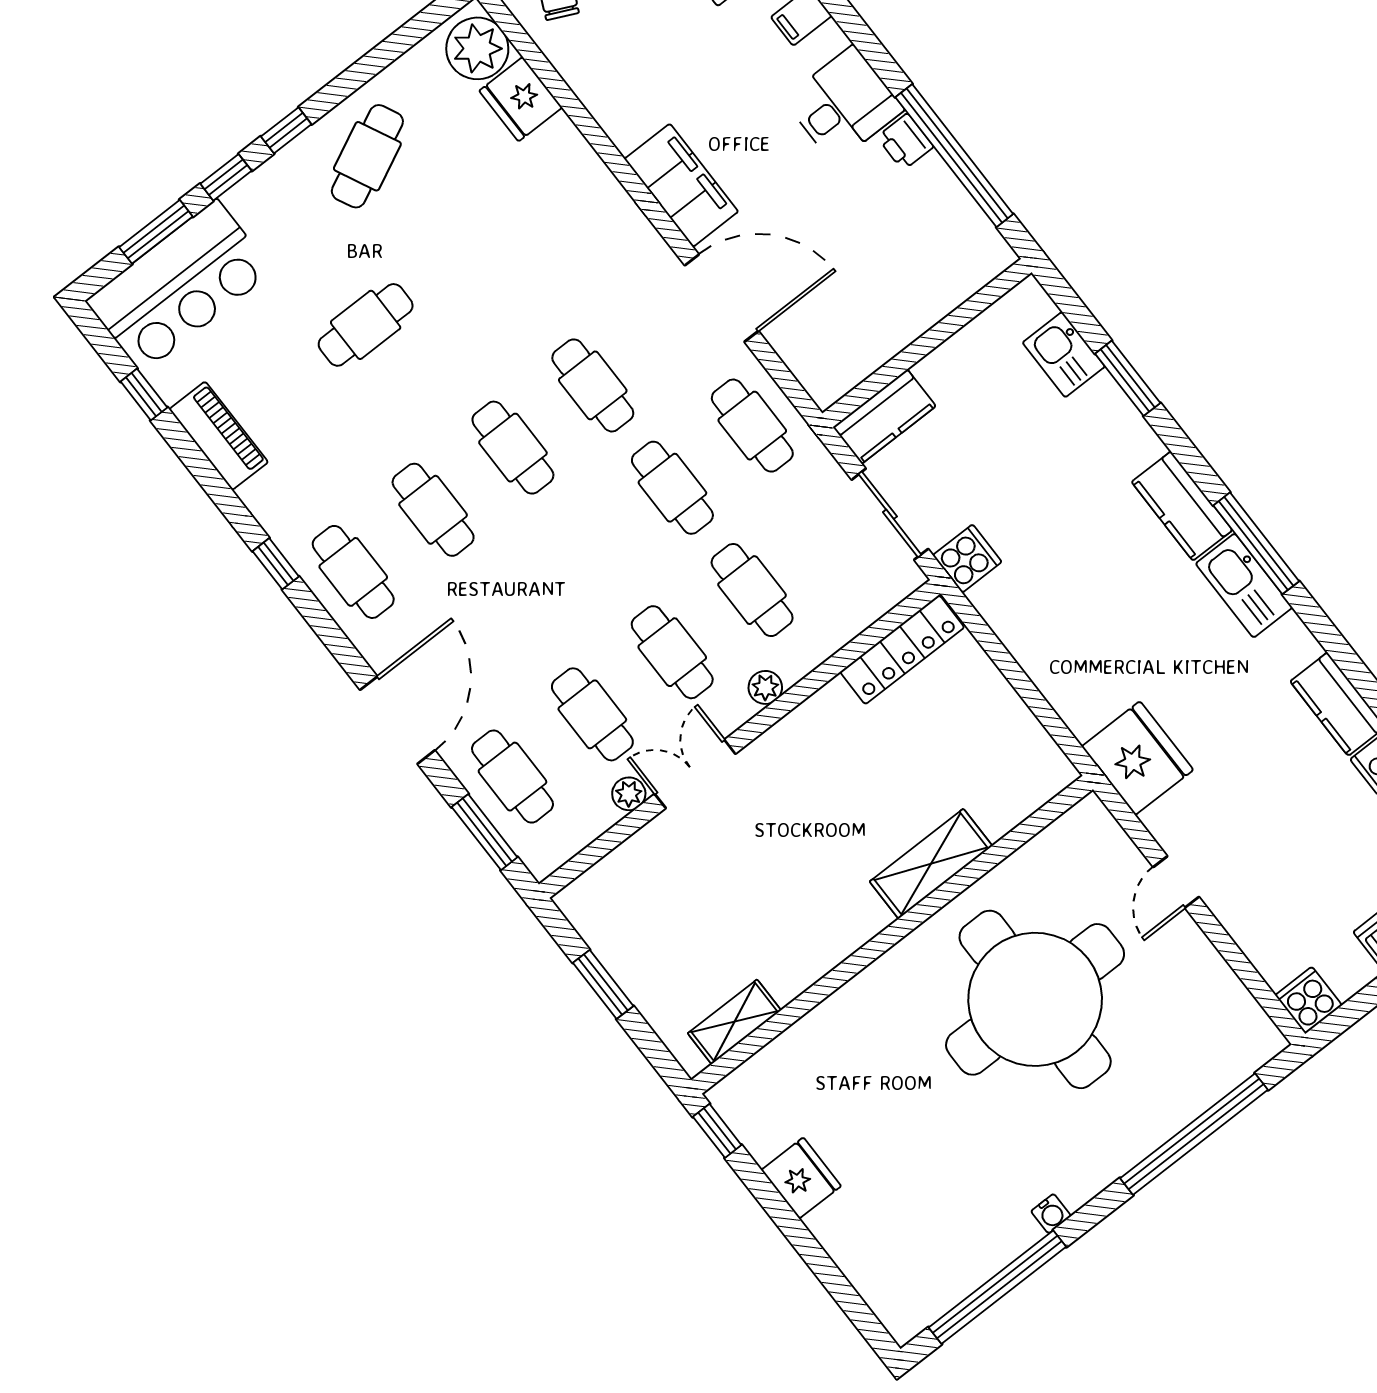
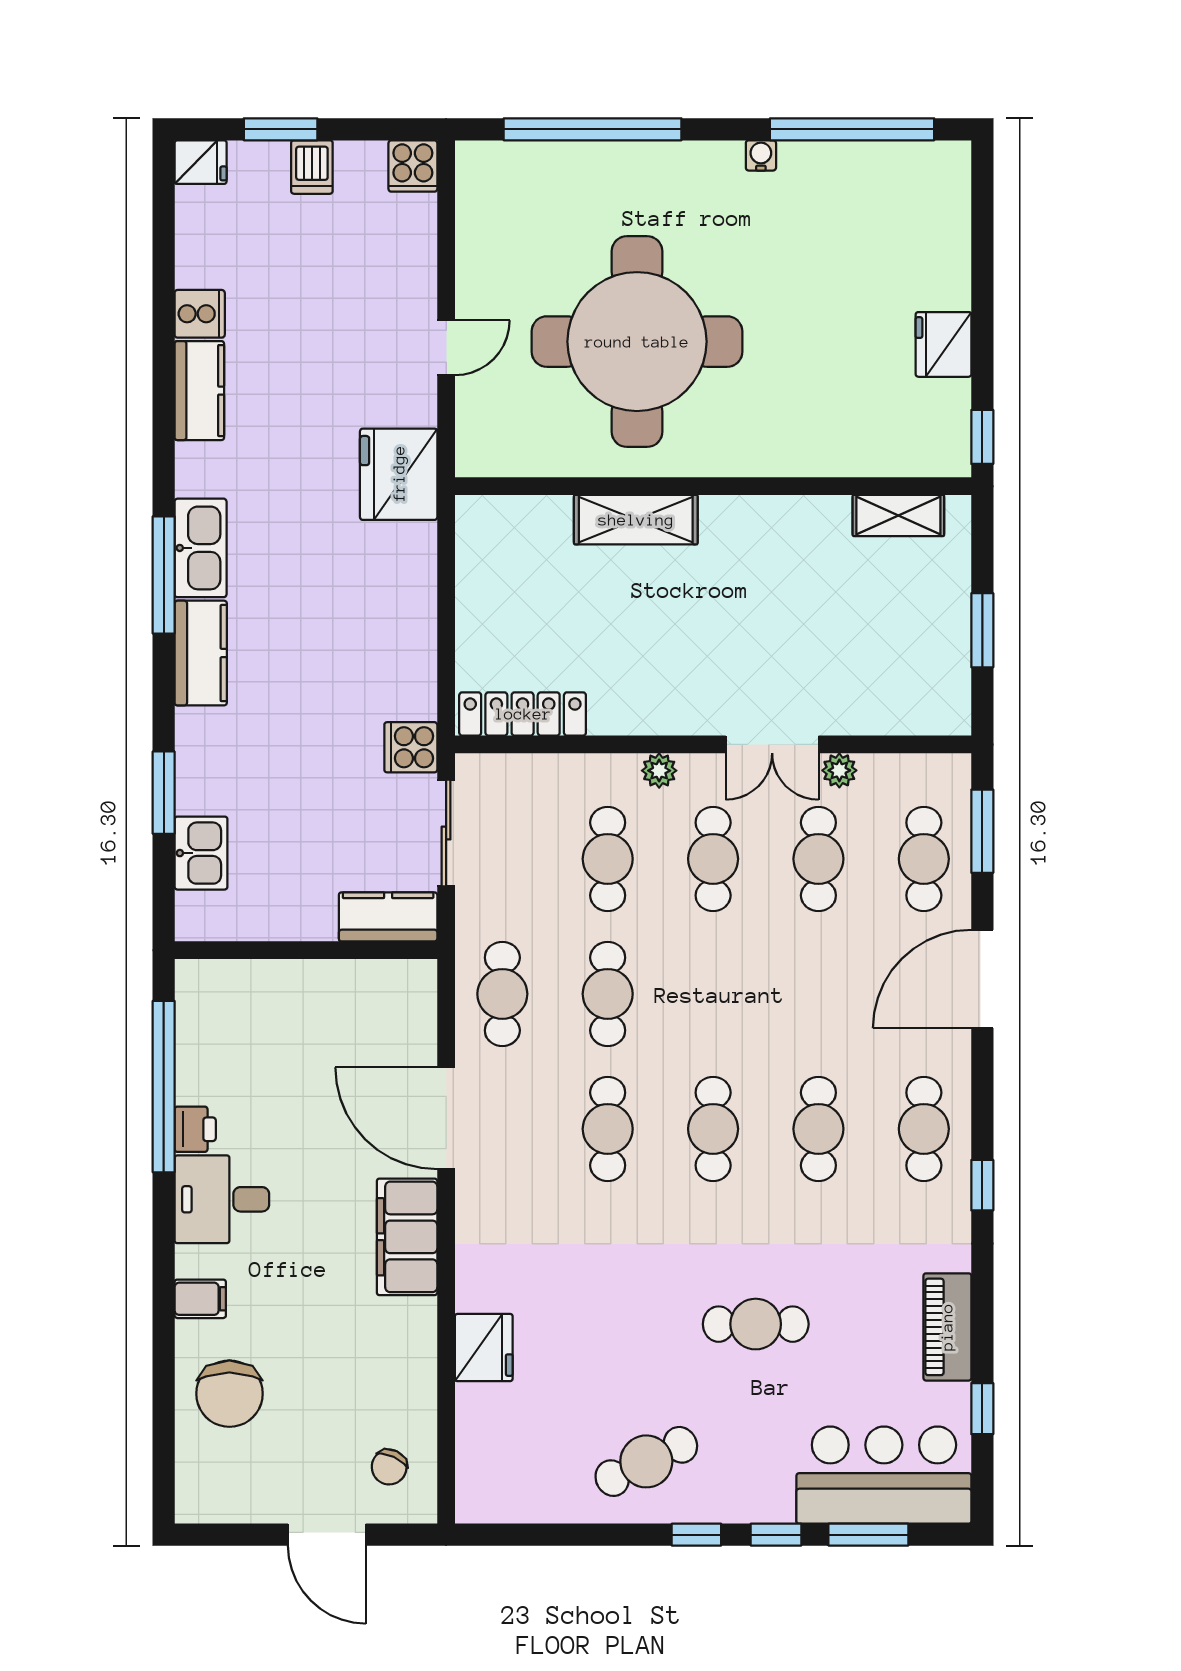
plant: (477, 48) -> (487, 1480), removed
fridge: (521, 99) -> (484, 1348), moved

